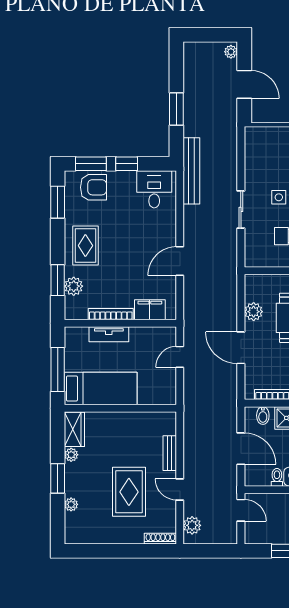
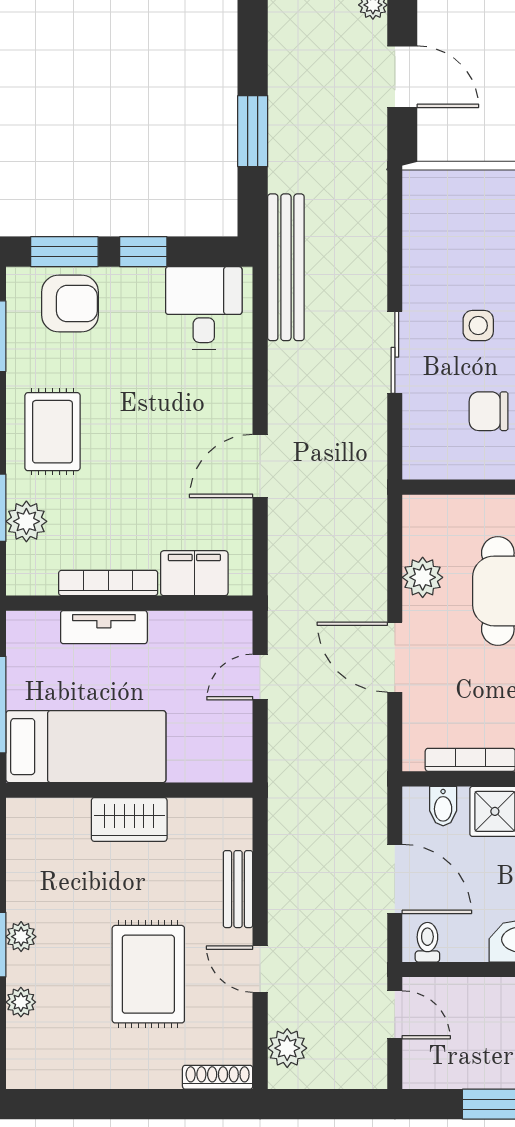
wardrobe: (74, 429) -> (129, 819), moved, turned 90
plant: (71, 455) -> (21, 937), moved
toilet: (277, 477) -> (427, 942), moved

